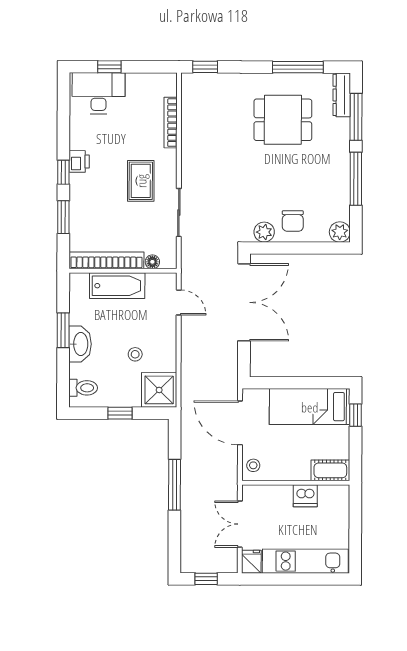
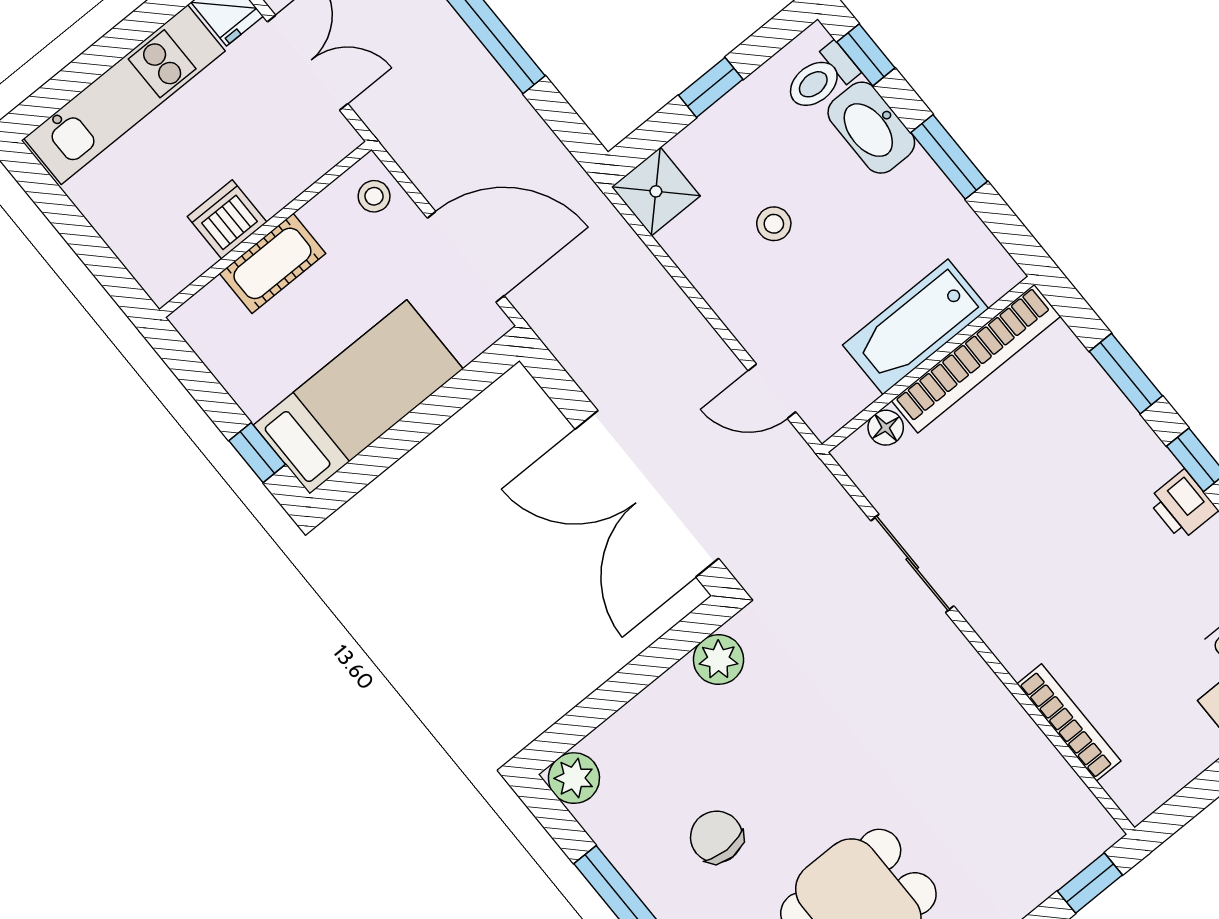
rug: (141, 181) -> (1035, 564), removed
chair: (293, 221) -> (717, 837), moved
washbasin: (80, 344) -> (871, 128), moved
window: (63, 384) -> (866, 55), added
shower: (159, 390) -> (656, 191), width x0.73, depth x0.73
cot: (330, 470) -> (272, 263), moved

